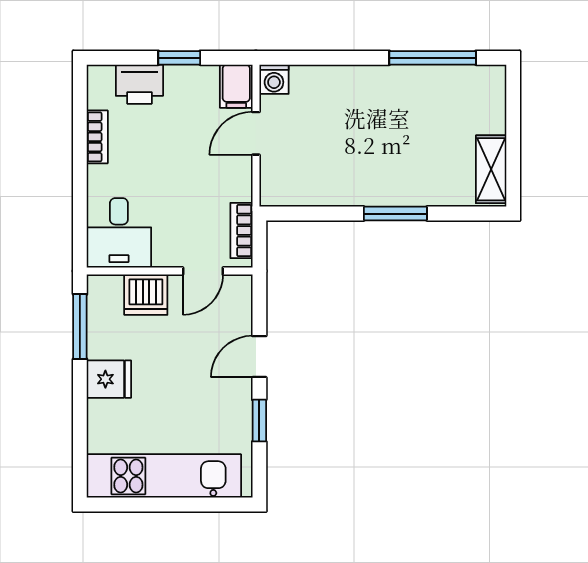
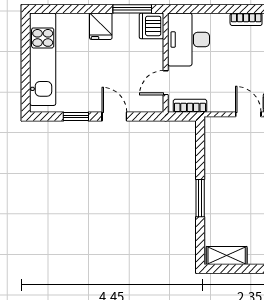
desk: (119, 233) -> (189, 39), width x1.37
door: (203, 271) -> (166, 83), hinge flipped
dishwasher: (146, 295) -> (151, 26), moved

